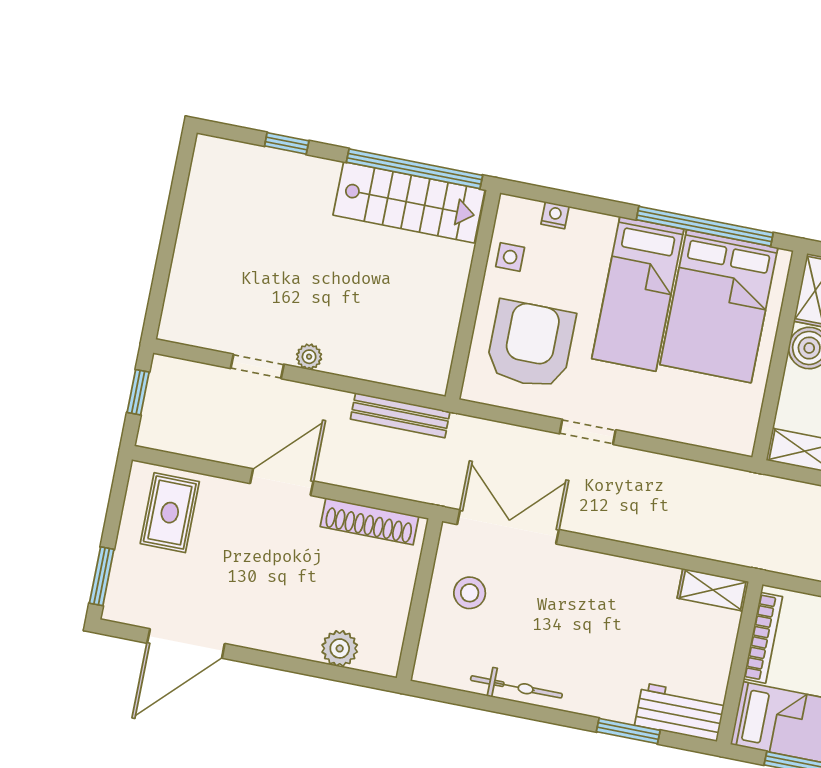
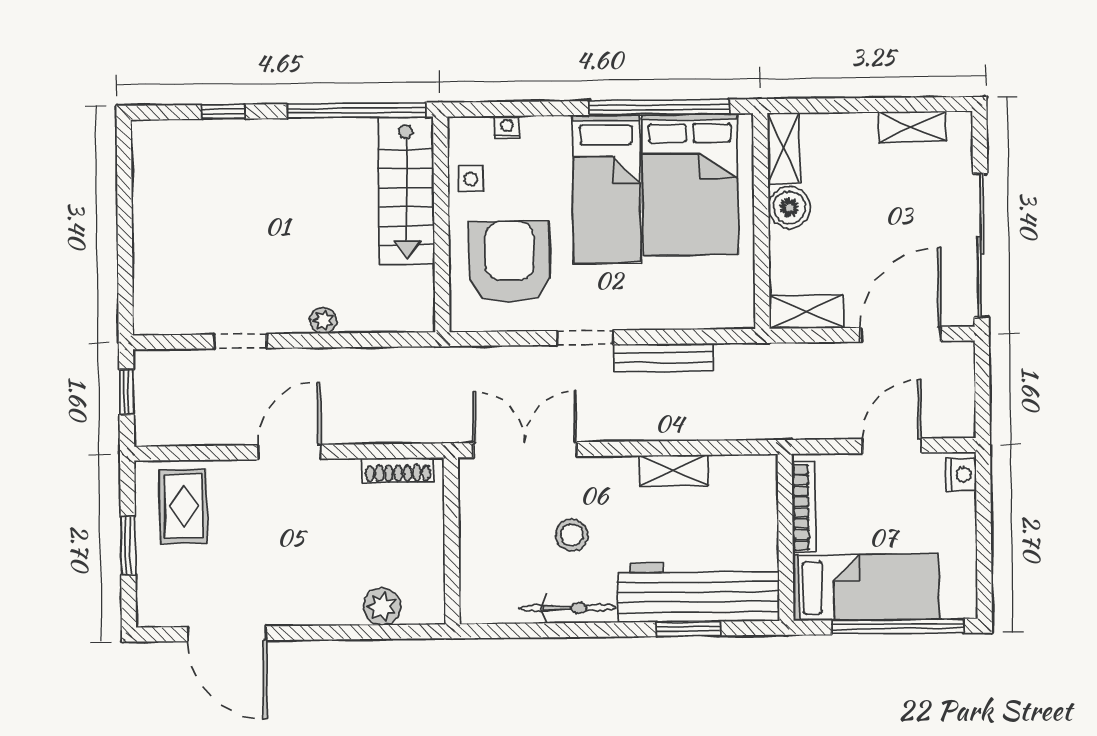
stairs: (409, 202) -> (406, 191), moved, turned 90
plant: (309, 357) -> (323, 320), moved
bench: (400, 415) -> (664, 358), moved
shoe rack: (370, 521) -> (398, 470), width x0.74, depth x0.81
window: (102, 576) -> (128, 546), moved
shelving: (713, 590) -> (674, 470), moved
stool: (470, 593) -> (572, 535), moved
door: (186, 643) -> (227, 634), hinge flipped
workbench: (680, 712) -> (698, 592), width x1.88, depth x1.32

